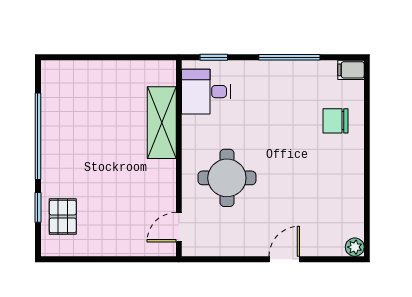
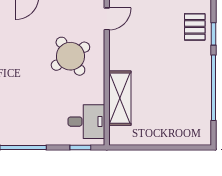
round table: (227, 178) -> (70, 56), turned -33

